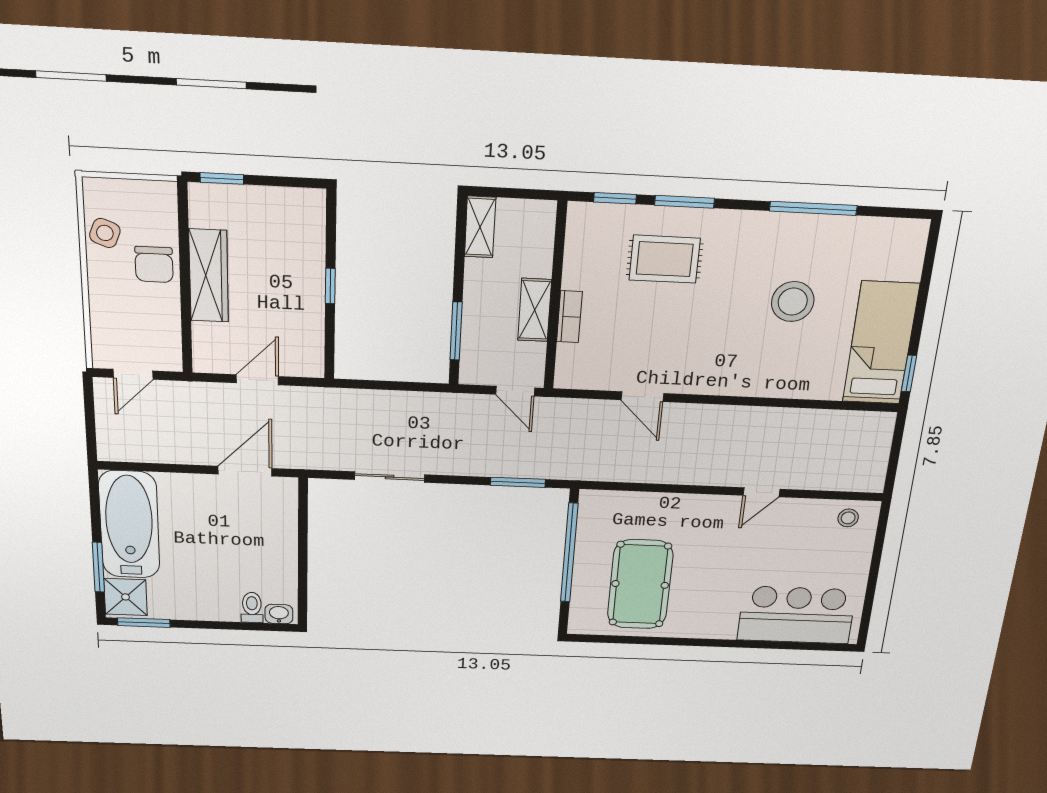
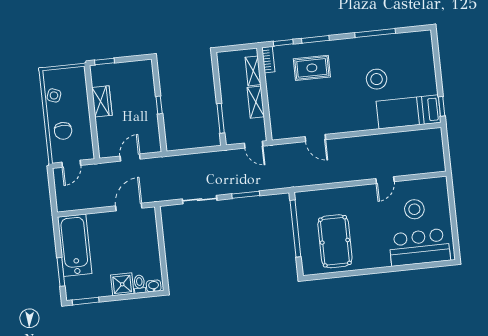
shelving: (480, 227) -> (253, 71), moved
chair: (154, 264) -> (63, 131), moved
wardrobe: (209, 276) -> (102, 101), width x0.67
bookcase: (569, 317) -> (268, 60), moved
bed: (881, 343) -> (409, 112), moved, turned -90
window: (518, 482) -> (246, 195), moved
stool: (848, 518) -> (414, 209), moved, width x1.89, depth x1.89
shower: (125, 597) -> (122, 284), moved

